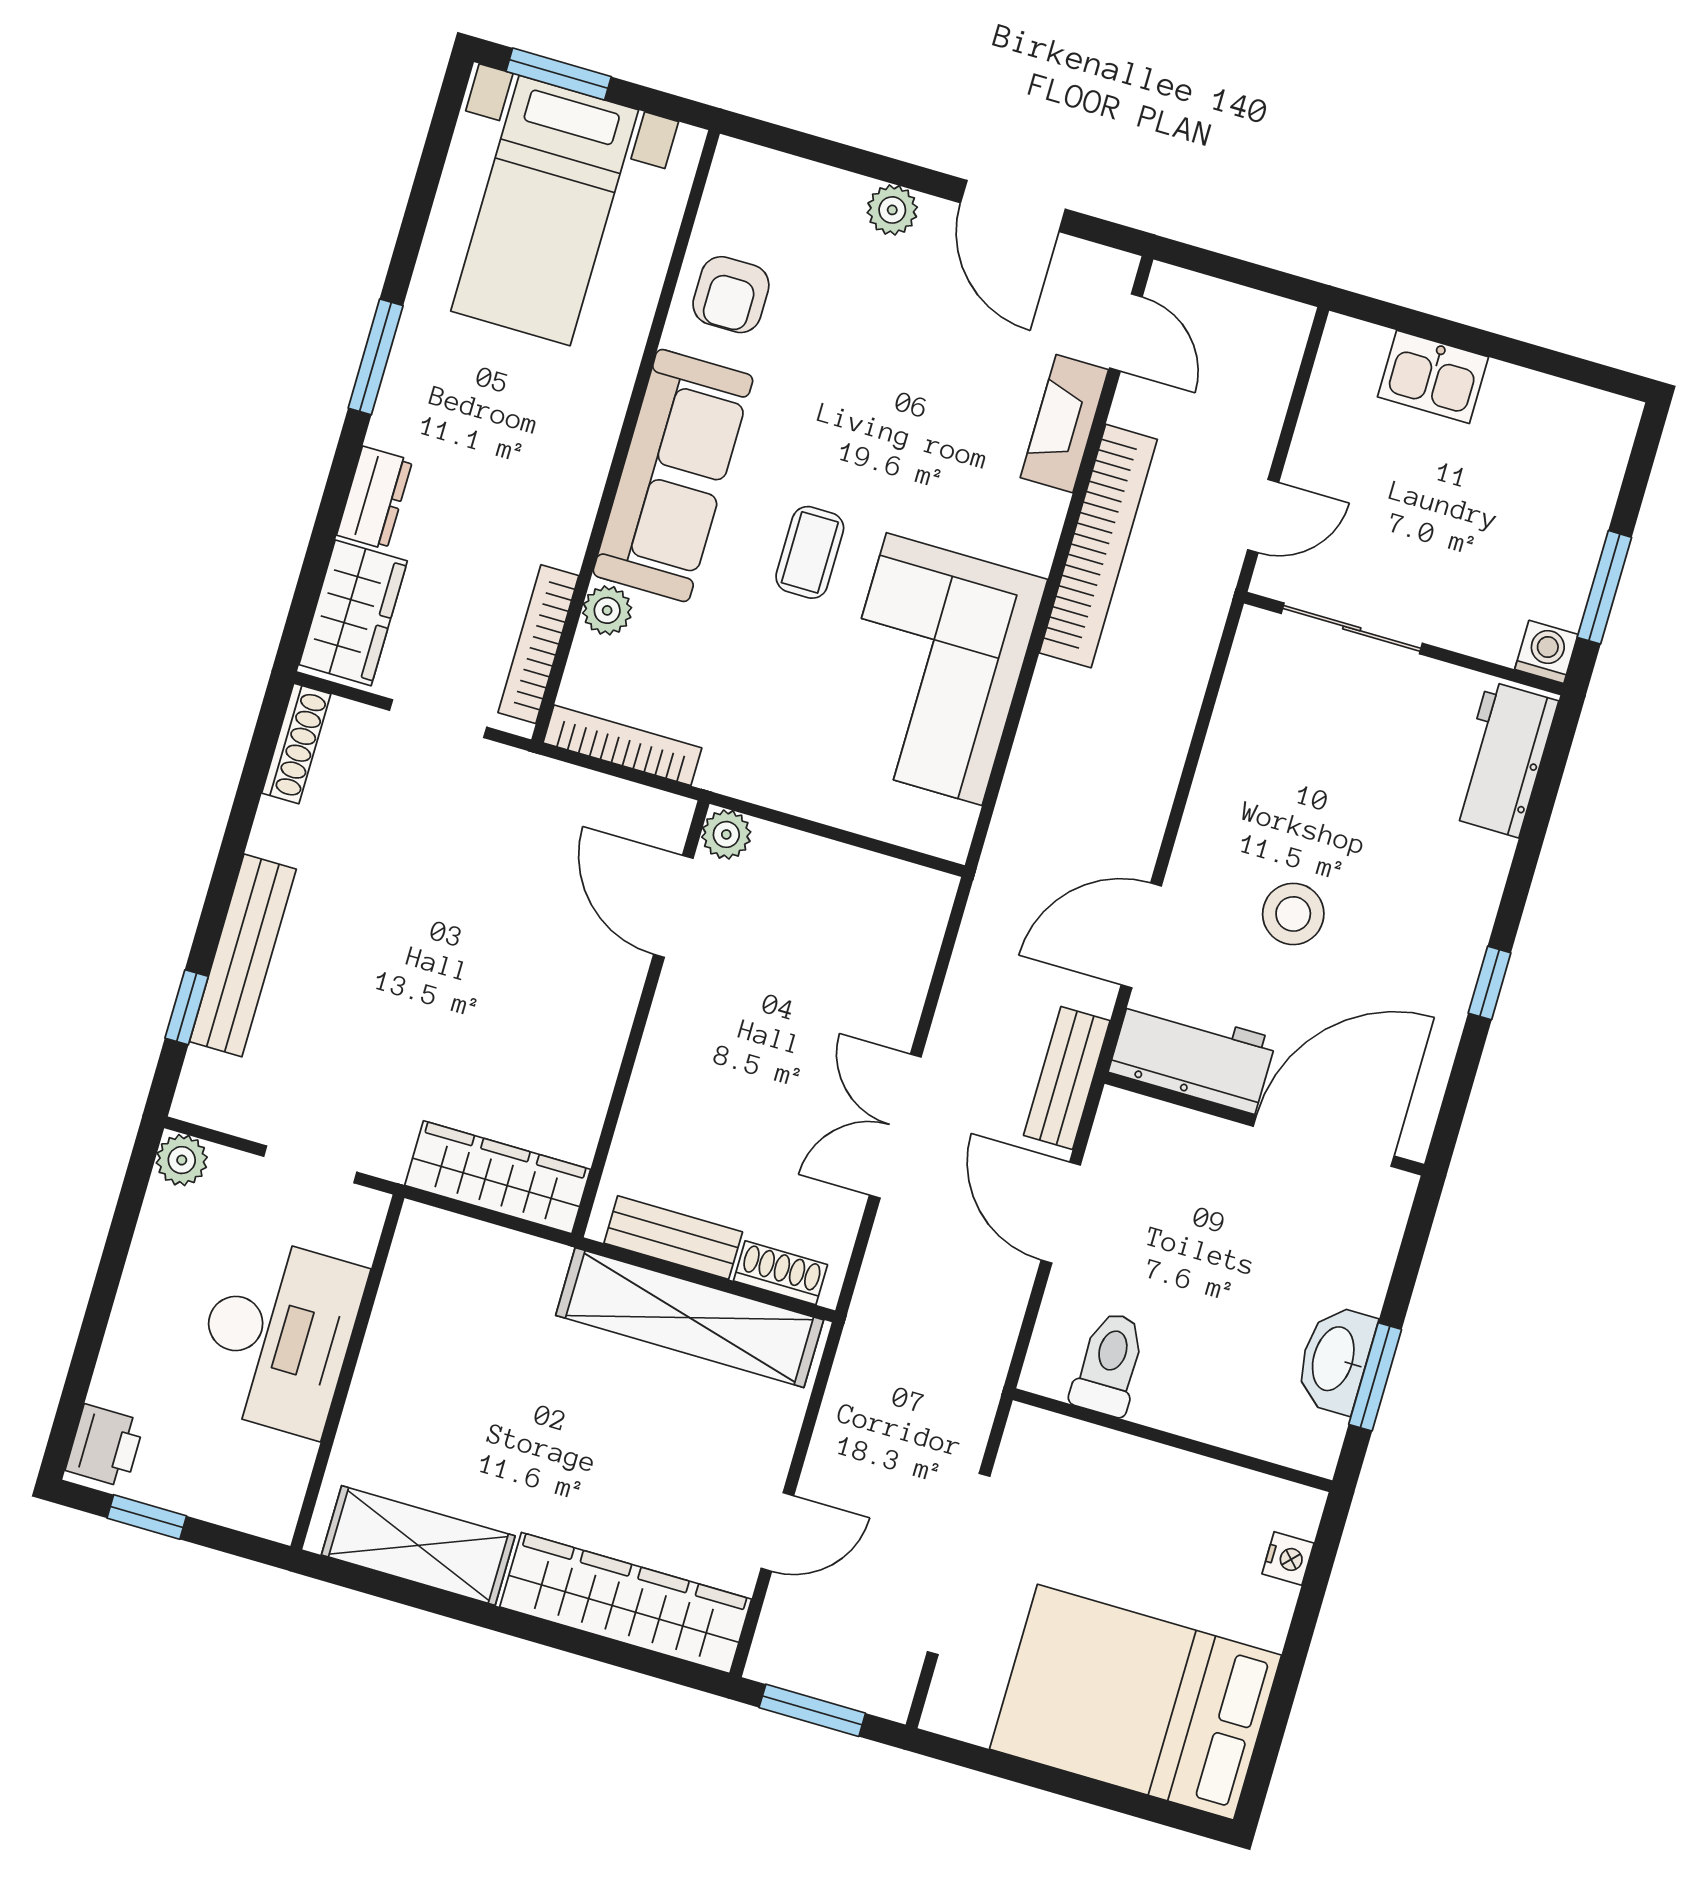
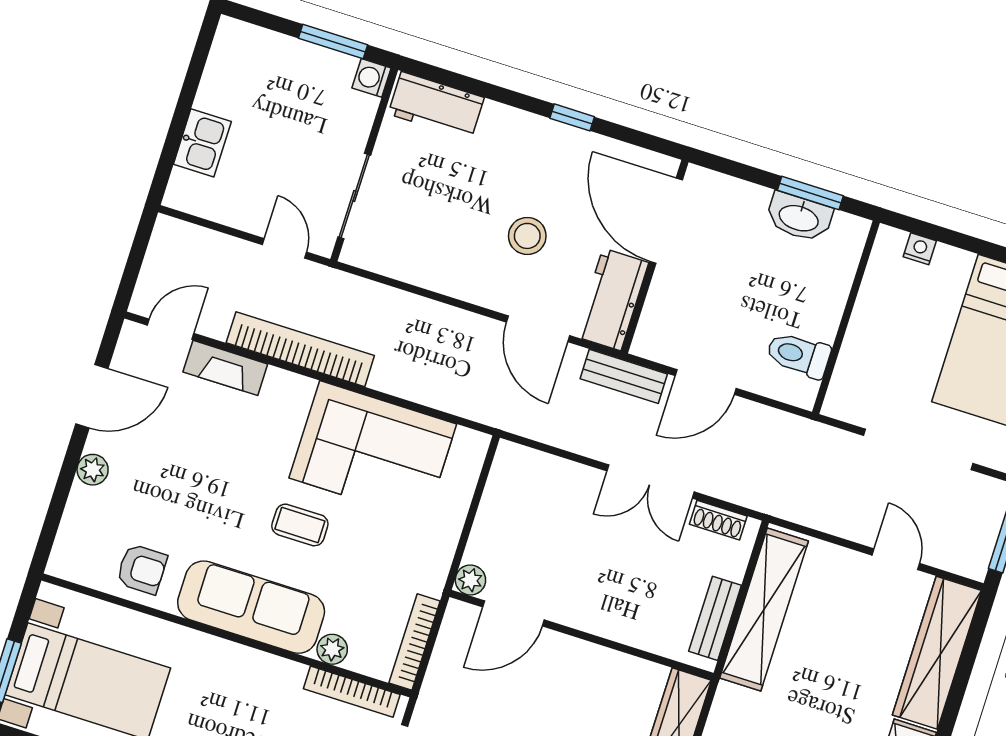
shoe rack: (780, 1273) -> (718, 520), moved, turned -90

